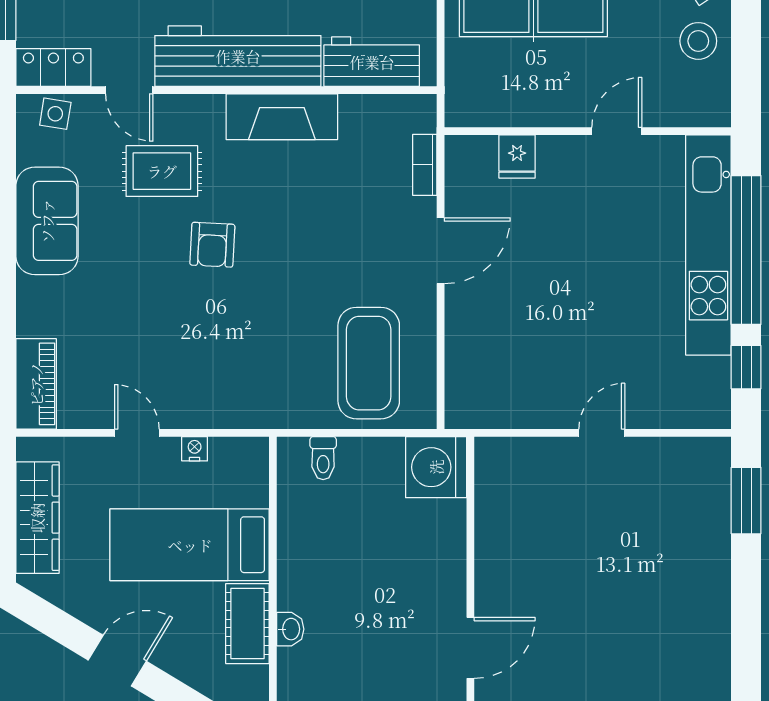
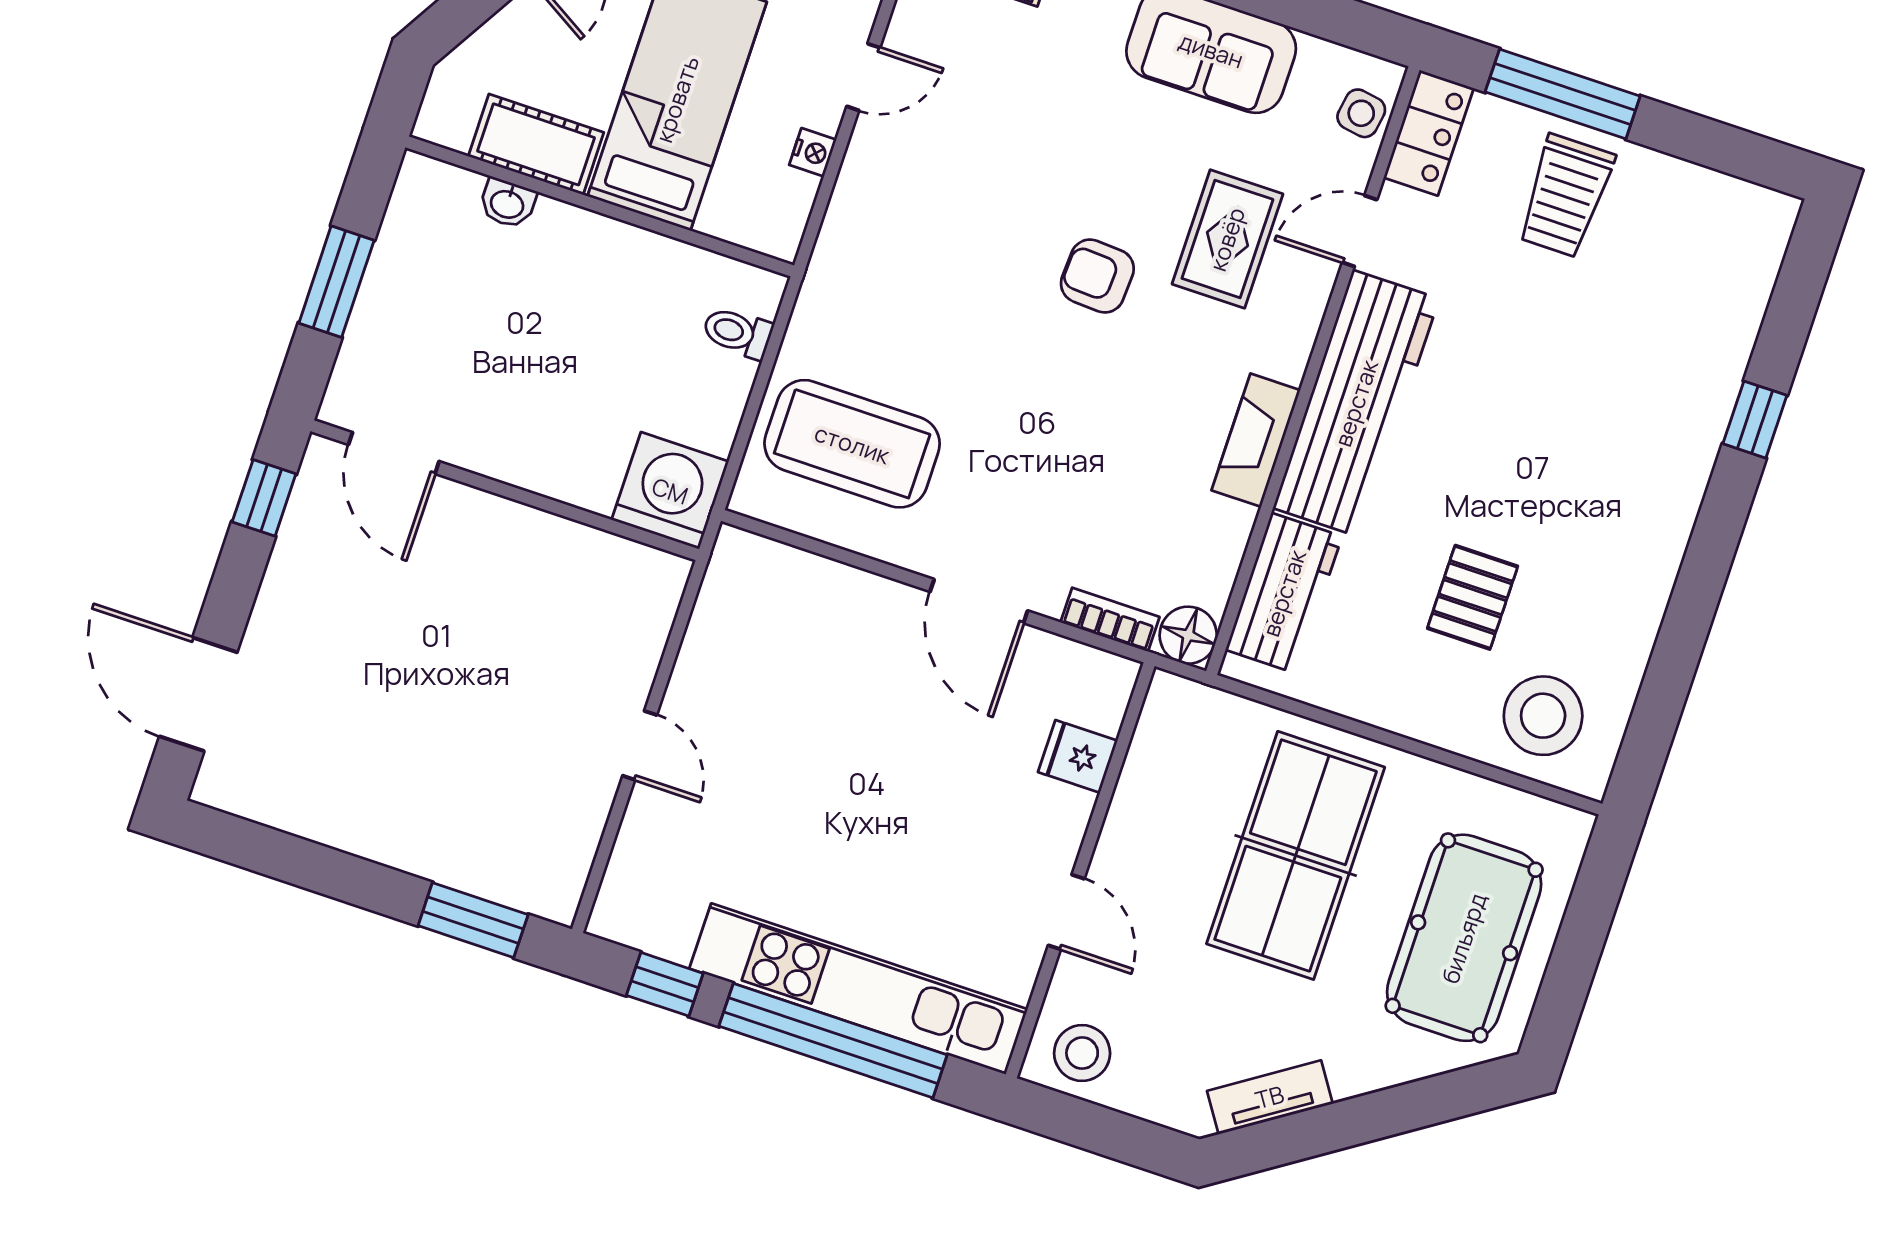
stool: (698, 41) -> (1082, 1053), moved
floor lamp: (418, 113) -> (1188, 635), added
fireplace: (282, 117) -> (1256, 440), width x0.73, depth x0.76

